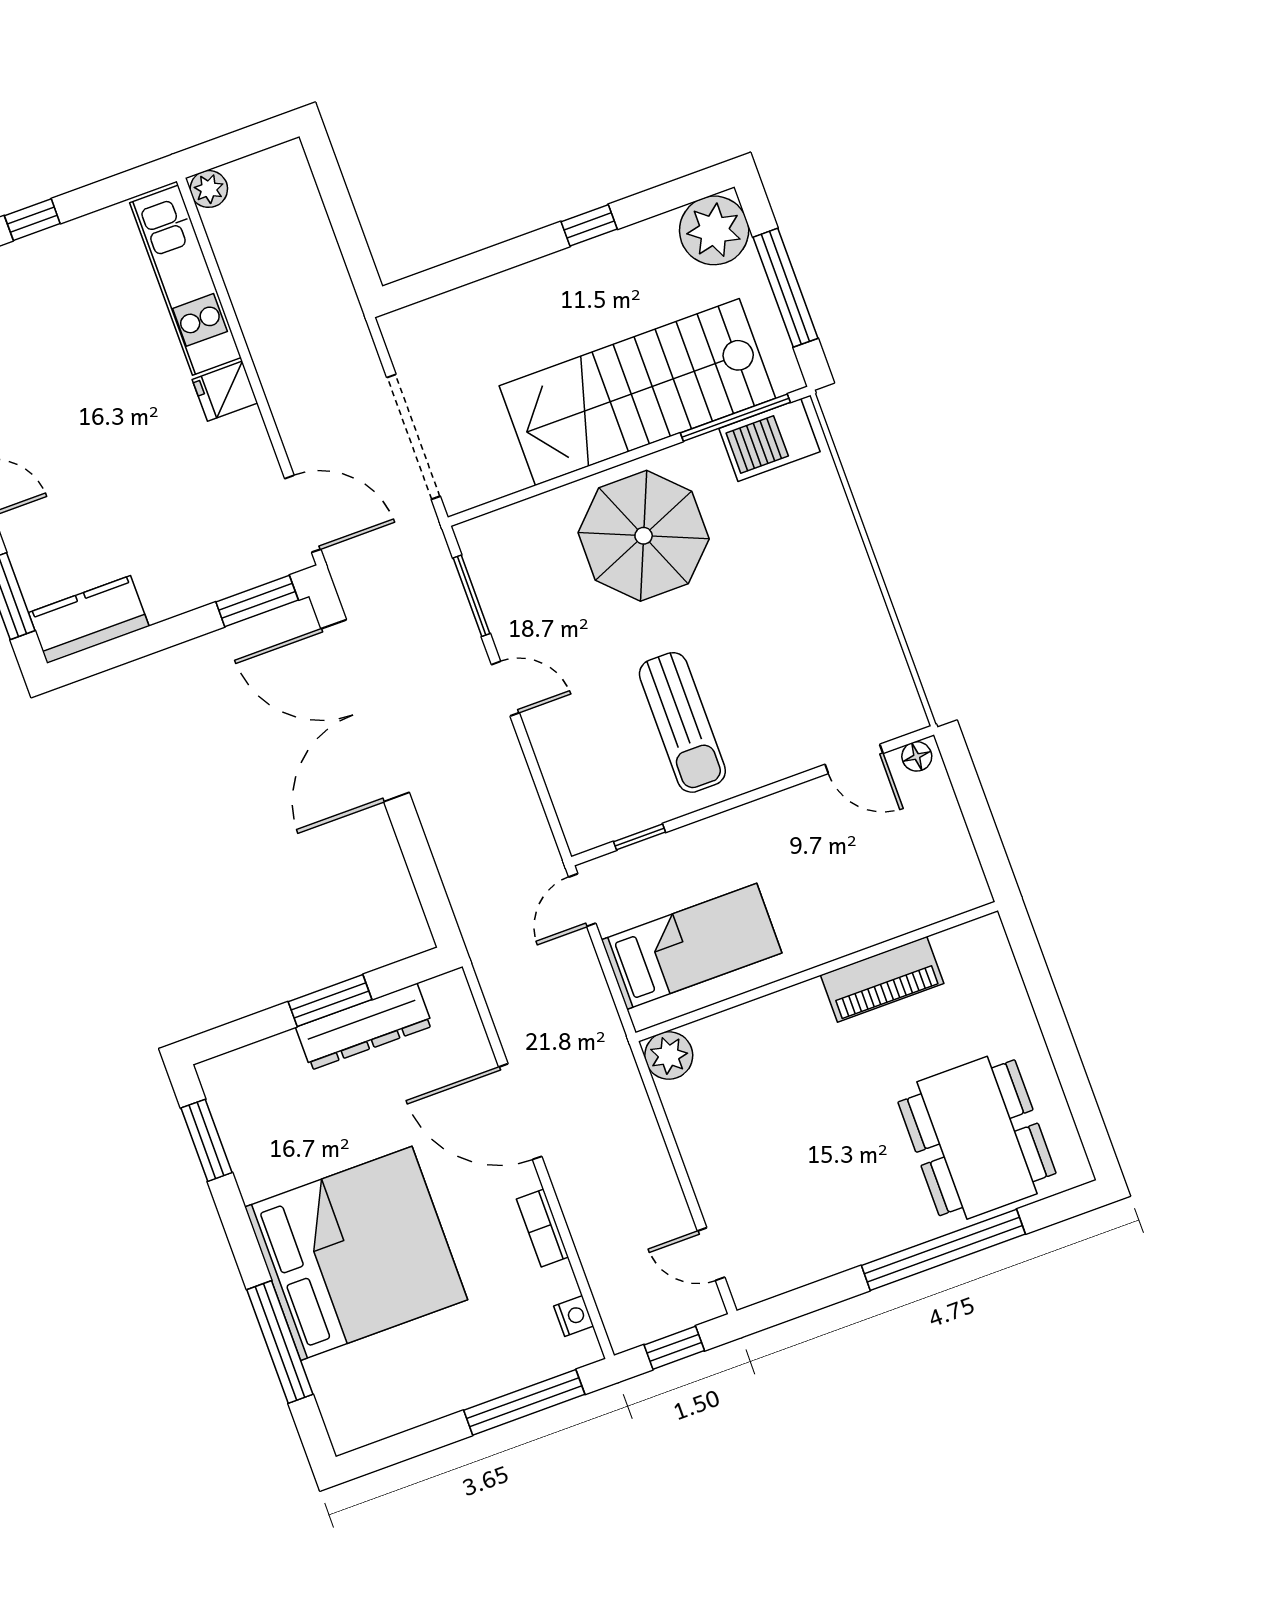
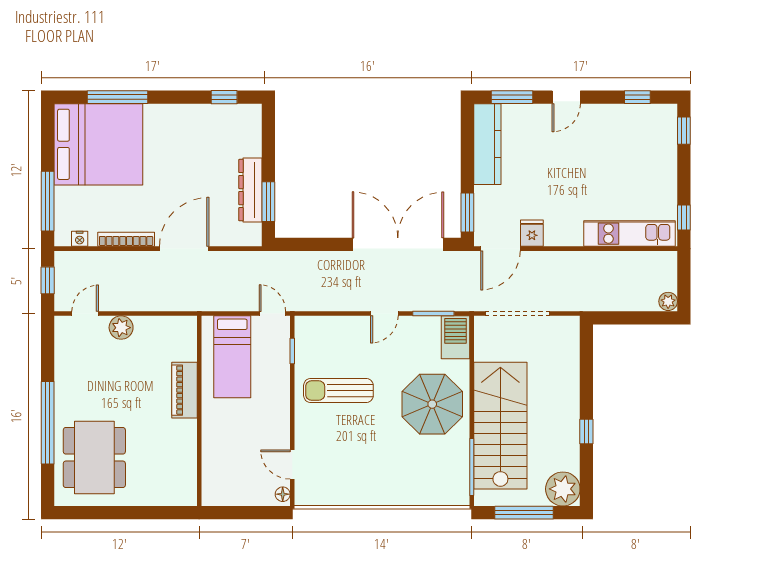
plant: (209, 189) -> (668, 301), moved
window: (32, 220) -> (684, 218), moved
fridge: (225, 391) -> (532, 233), moved
barbecue: (769, 440) -> (456, 337), moved
kitchen counter: (89, 619) -> (487, 144), width x1.50
door: (854, 759) -> (292, 464), hinge flipped
piano: (882, 979) -> (184, 390), moved
window: (330, 1001) -> (268, 202), moved
plant: (669, 1055) -> (121, 328), moved
dining table: (977, 1138) -> (94, 458), turned 90
window: (207, 1140) -> (224, 97), width x0.67
bookcase: (543, 1228) -> (126, 239), width x1.56
bed: (356, 1253) -> (98, 144), moved, turned -90

